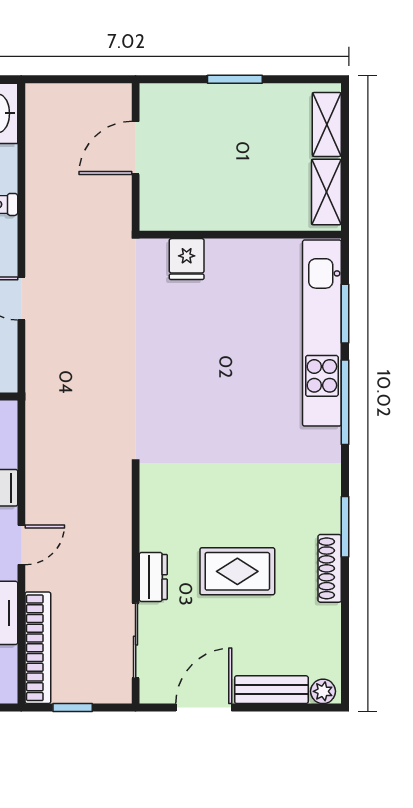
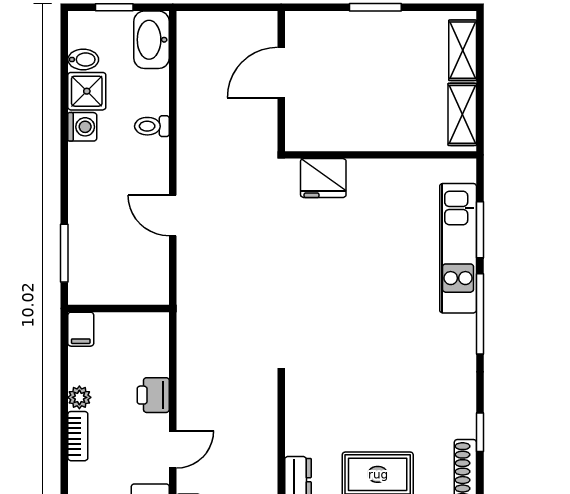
fridge: (187, 259) -> (323, 178), width x1.38
kitchen unit: (322, 333) -> (458, 248), width x0.73
window: (345, 527) -> (480, 432), width x0.67

